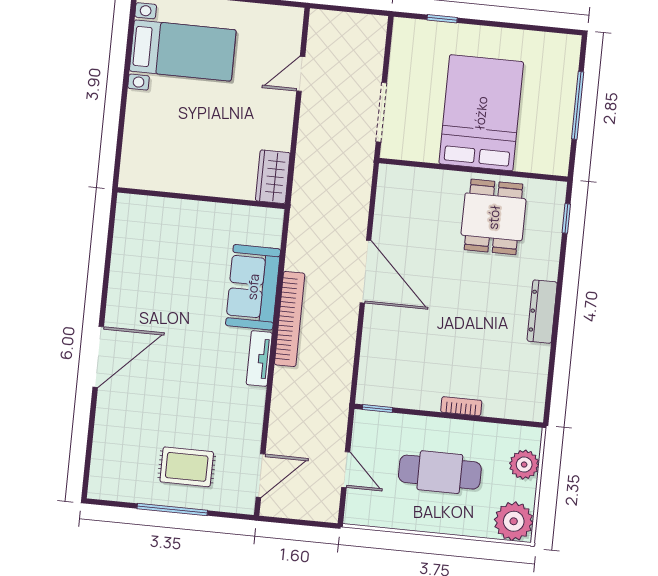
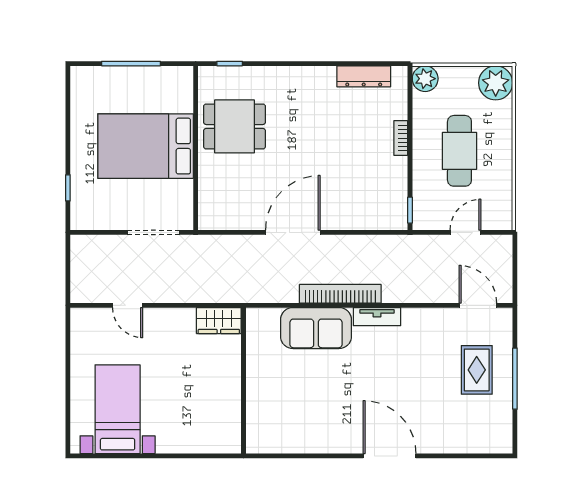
dresser: (542, 312) -> (364, 76), moved
plant: (524, 465) -> (425, 79), moved

